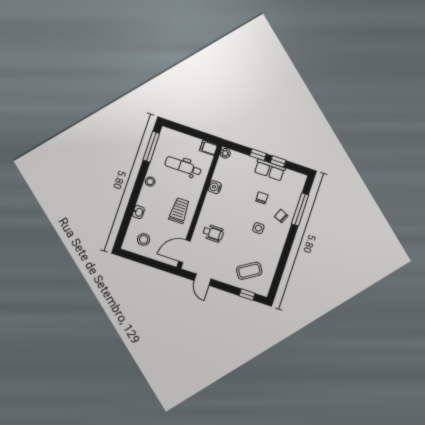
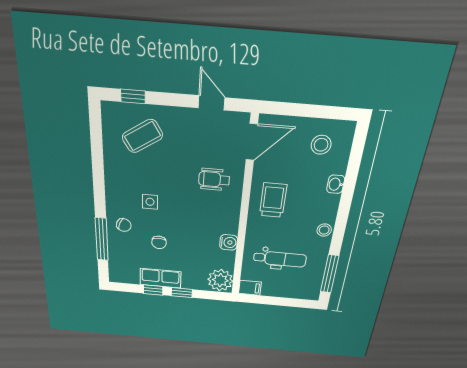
plant: (225, 153) -> (220, 280), width x1.87, depth x1.87
trolley: (179, 211) -> (273, 200), turned 180

